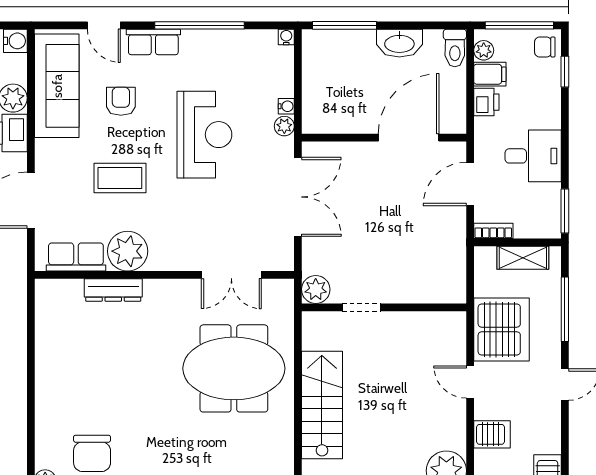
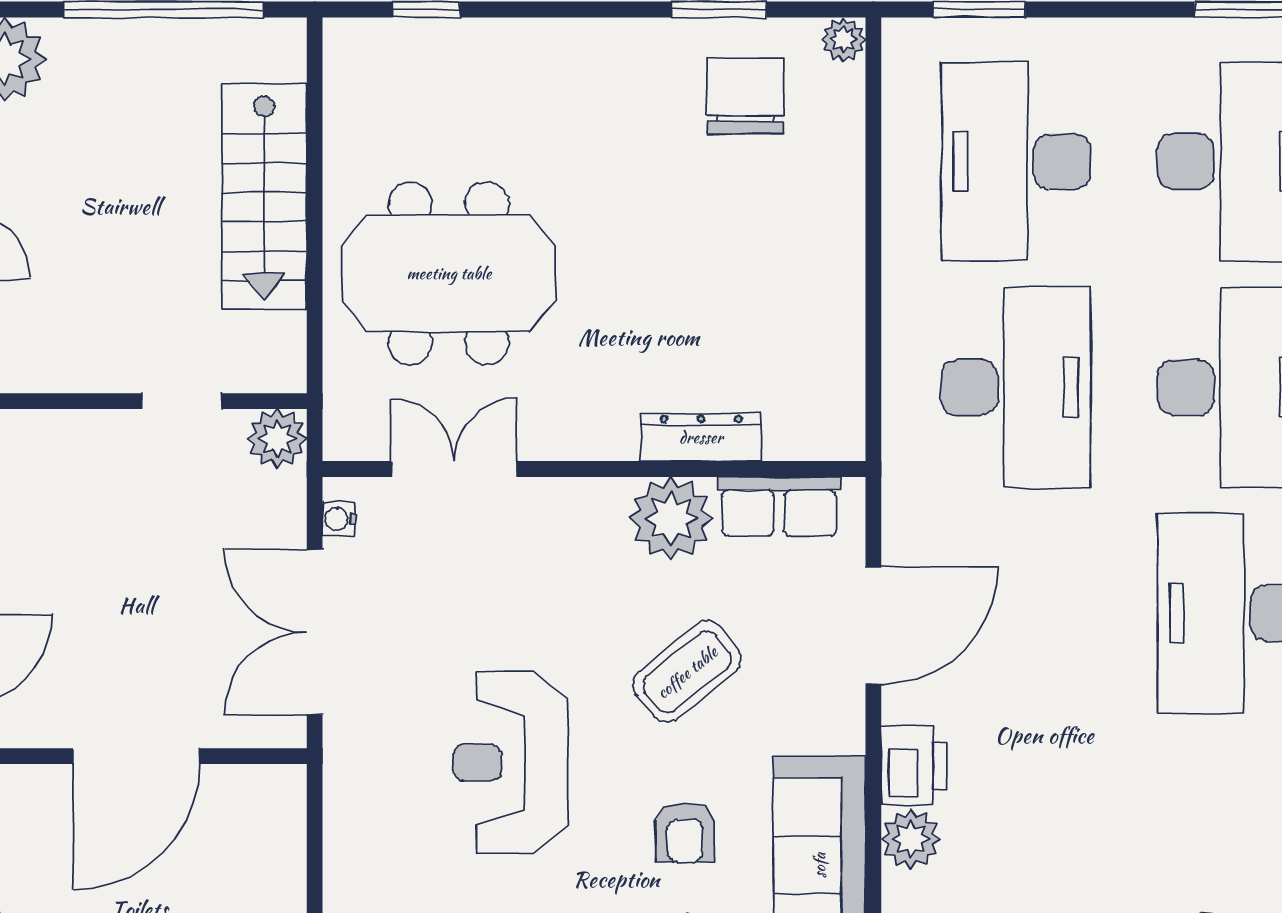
water cooler: (286, 106) -> (339, 519), moved
plant: (284, 126) -> (343, 780), removed
door: (409, 138) -> (136, 756), moved
coffee table: (120, 178) -> (687, 672), turned -39

